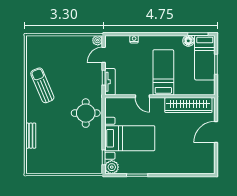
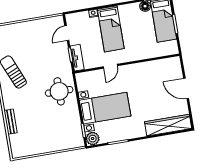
plant: (98, 40) -> (59, 20), removed
bed: (163, 72) -> (111, 29), moved, turned 180
door: (142, 96) -> (110, 66), hinge flipped
wardrobe: (188, 105) -> (168, 125), moved, turned 180
door: (216, 132) -> (186, 88), hinge flipped

